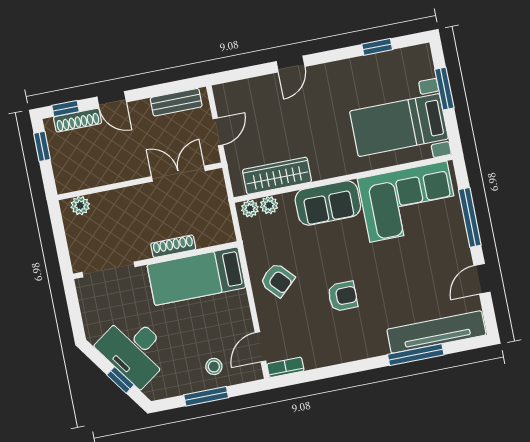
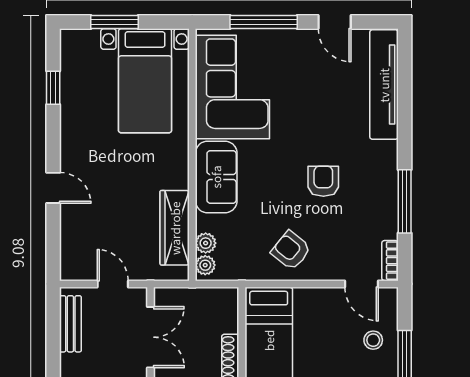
double door: (178, 174) -> (150, 337), swing flipped
armchair: (277, 280) -> (291, 250), turned -98
window: (416, 355) -> (405, 201), moved

